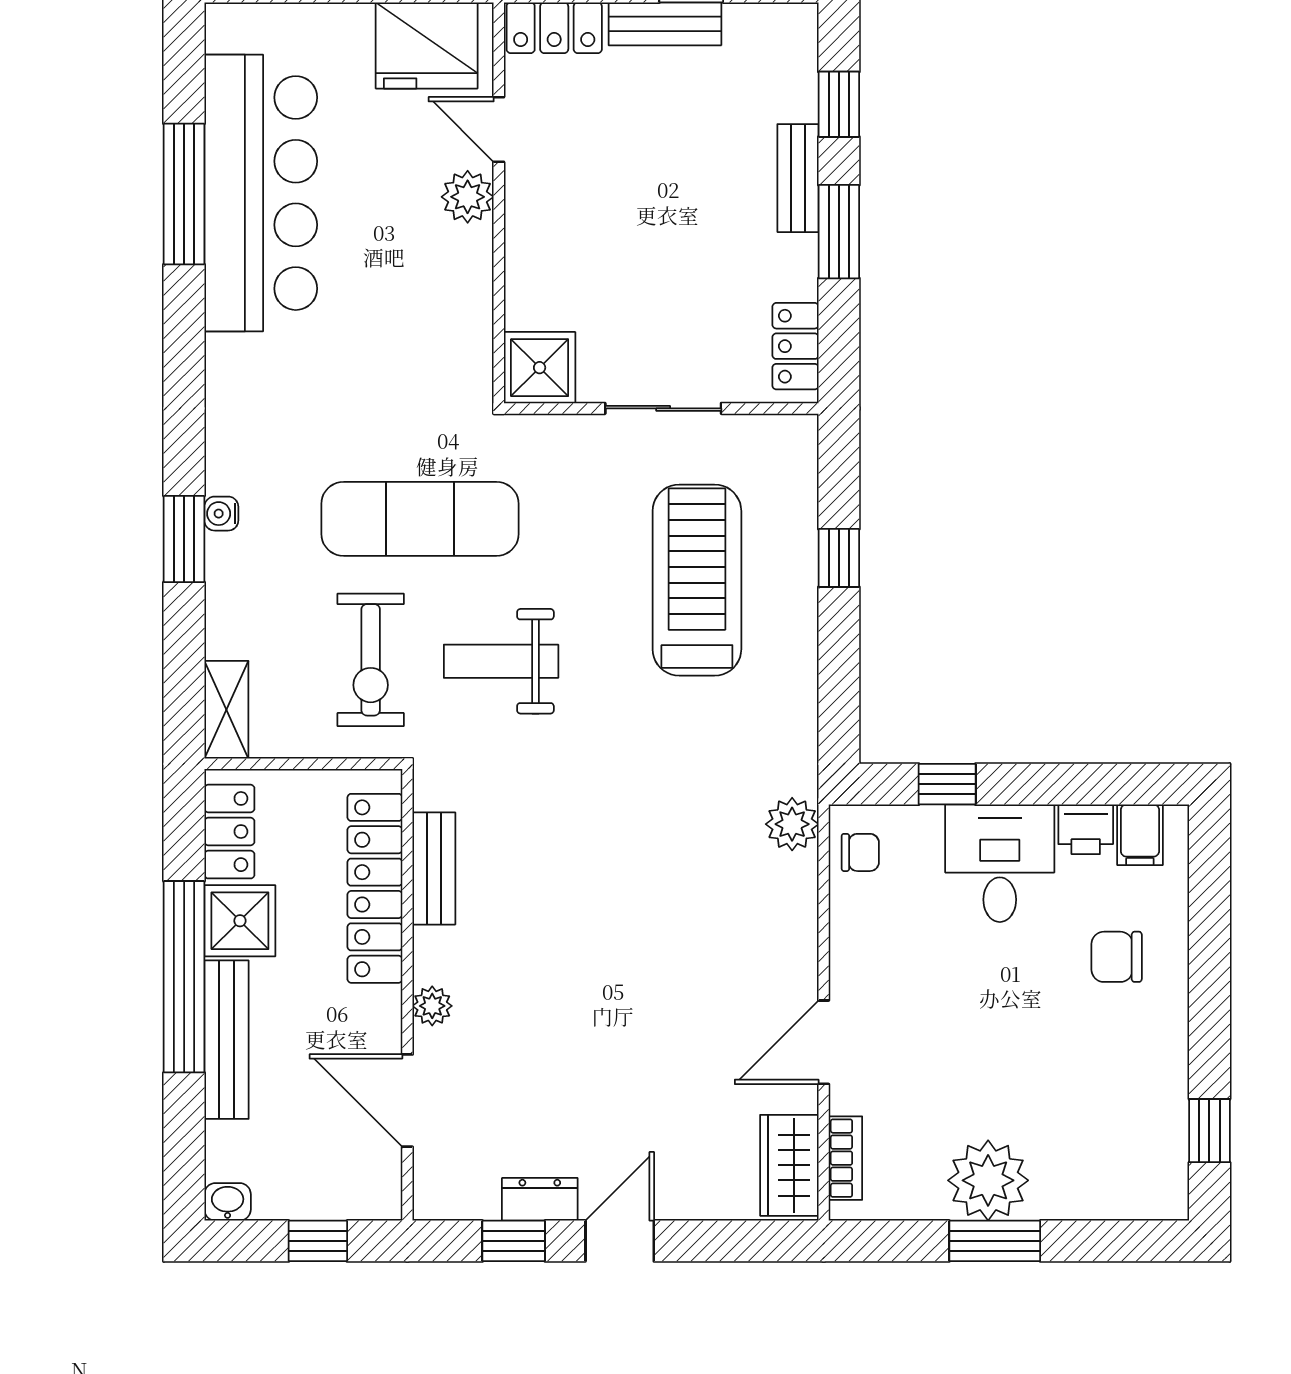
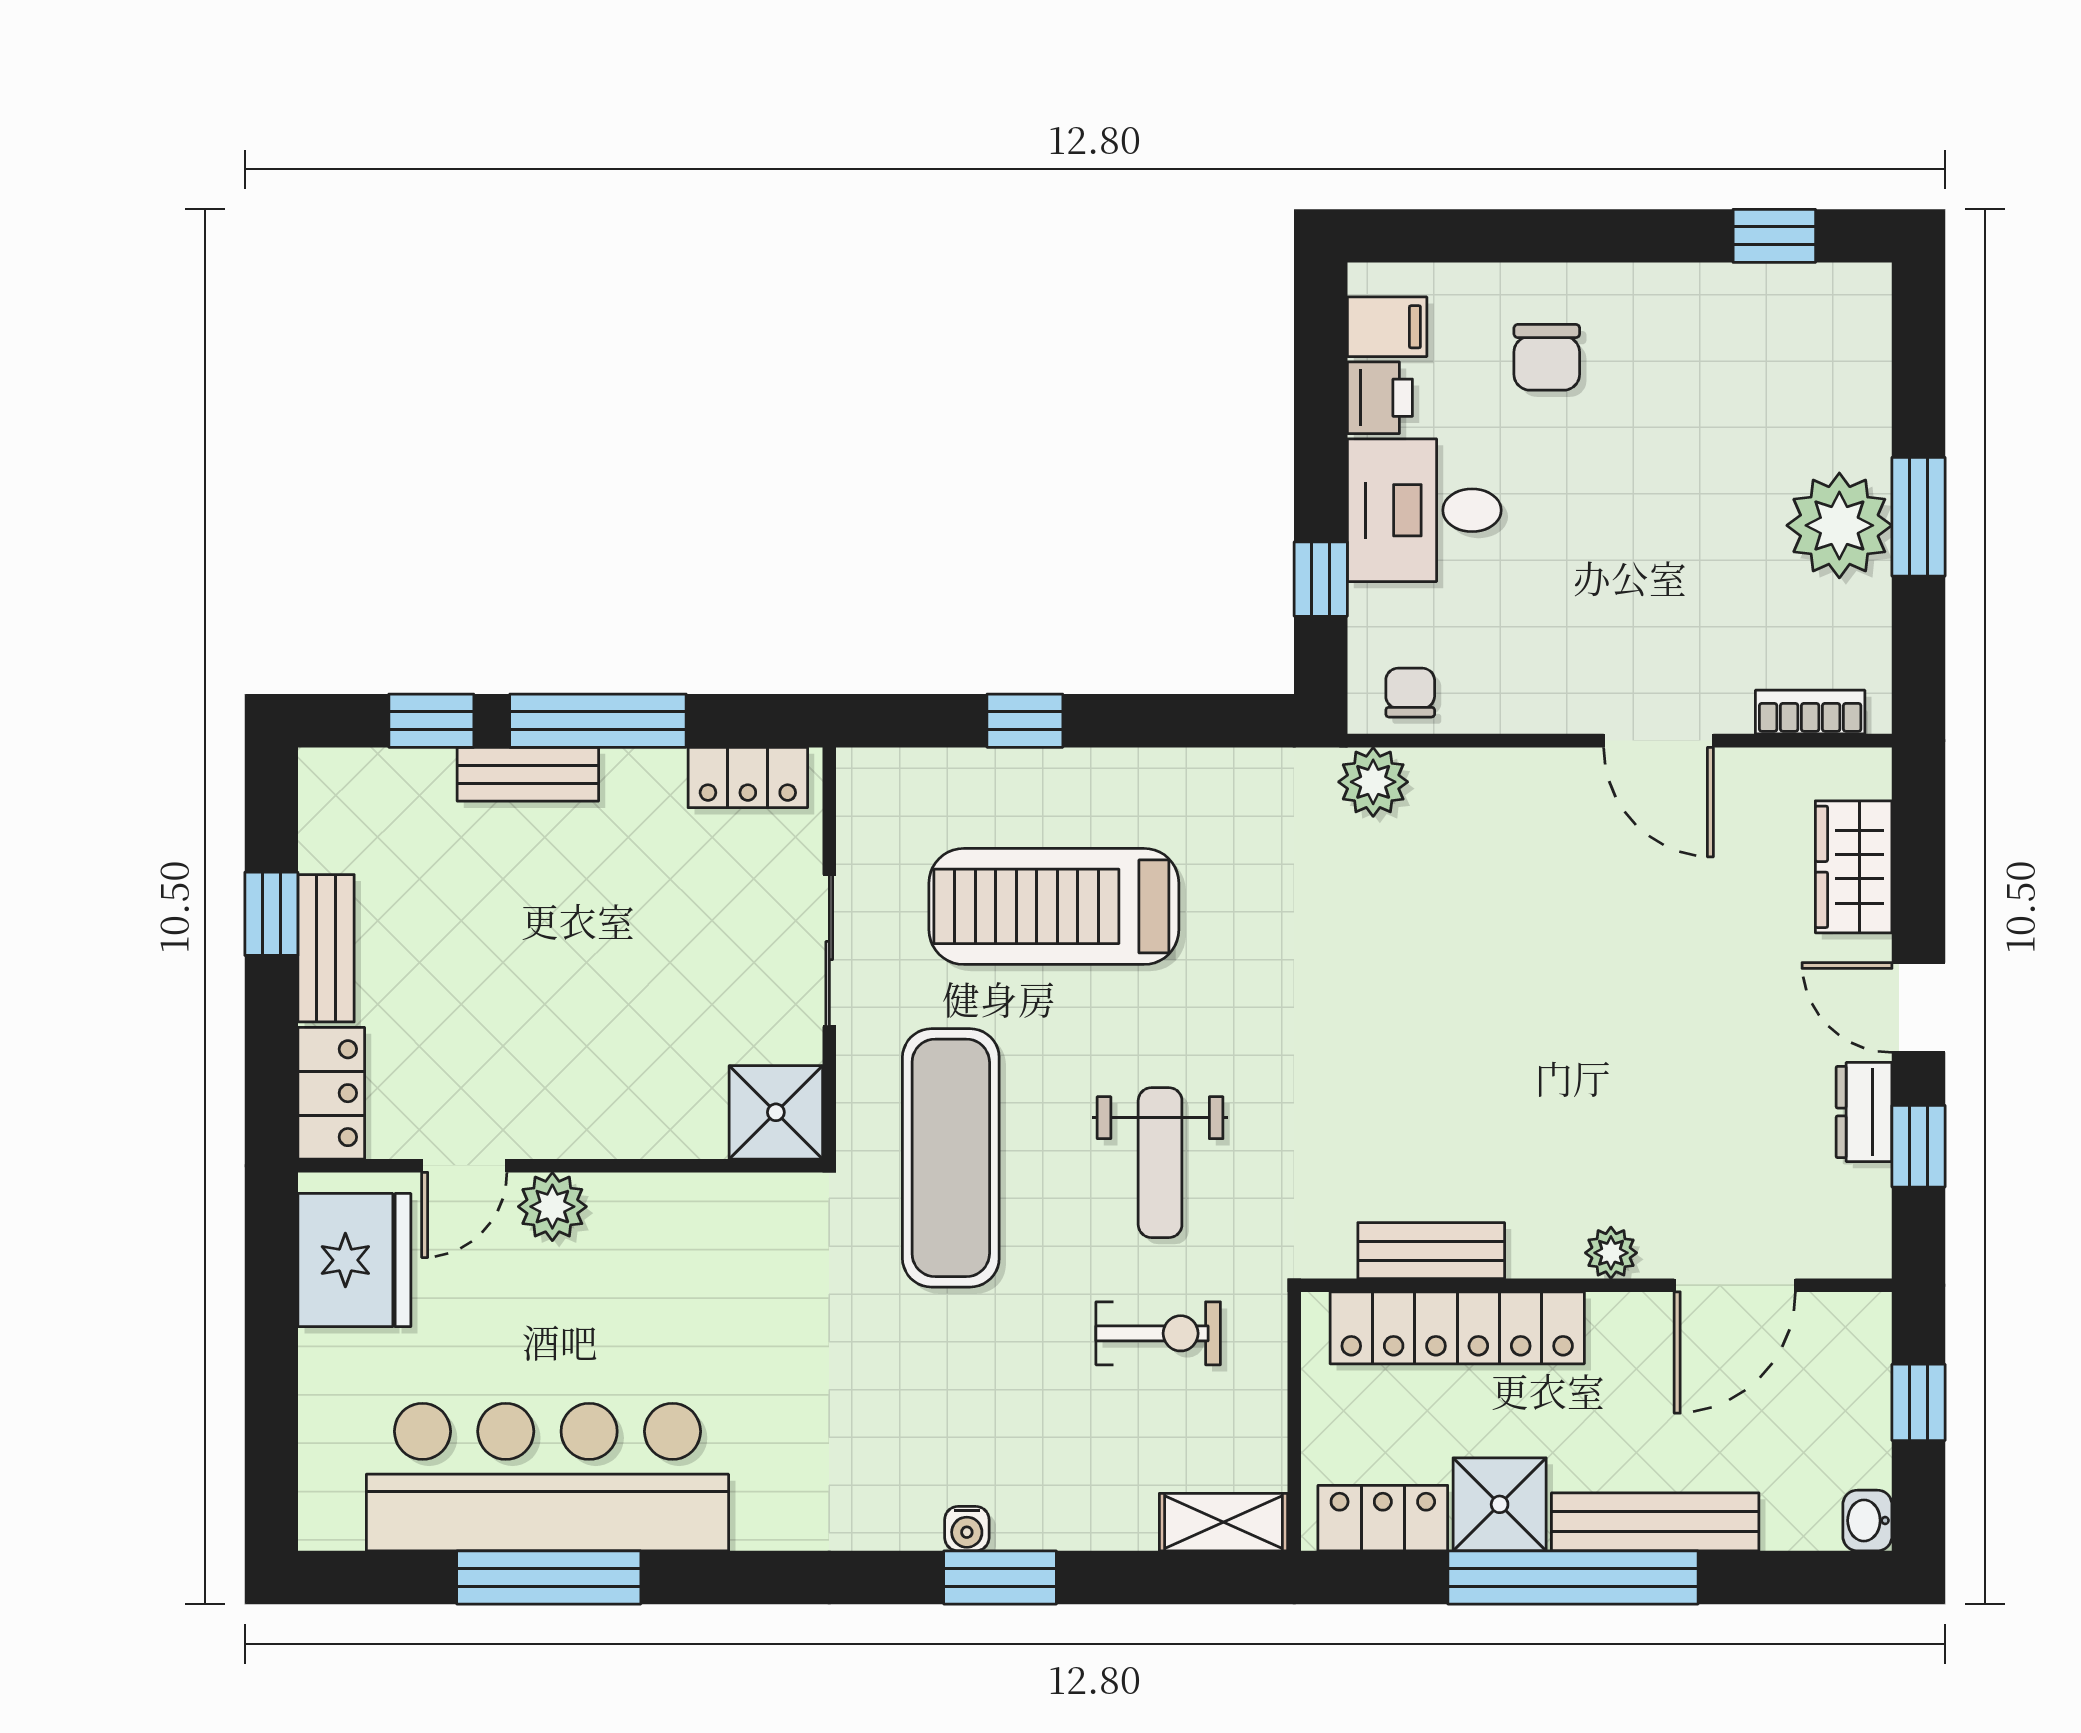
window: (839, 232) -> (598, 721), width x1.44
exercise mat: (420, 519) -> (951, 1158), moved
exercise bike: (371, 660) -> (1158, 1333), width x0.73, depth x0.72
wardrobe: (789, 1165) -> (1854, 867), moved, turned 90

